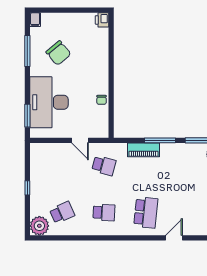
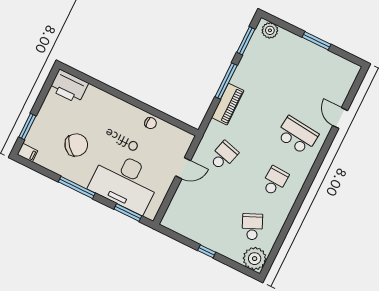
window: (54, 10) -> (27, 126), added
printer: (102, 20) -> (69, 86), width x1.87, depth x1.48
window: (27, 51) -> (77, 187), moved

